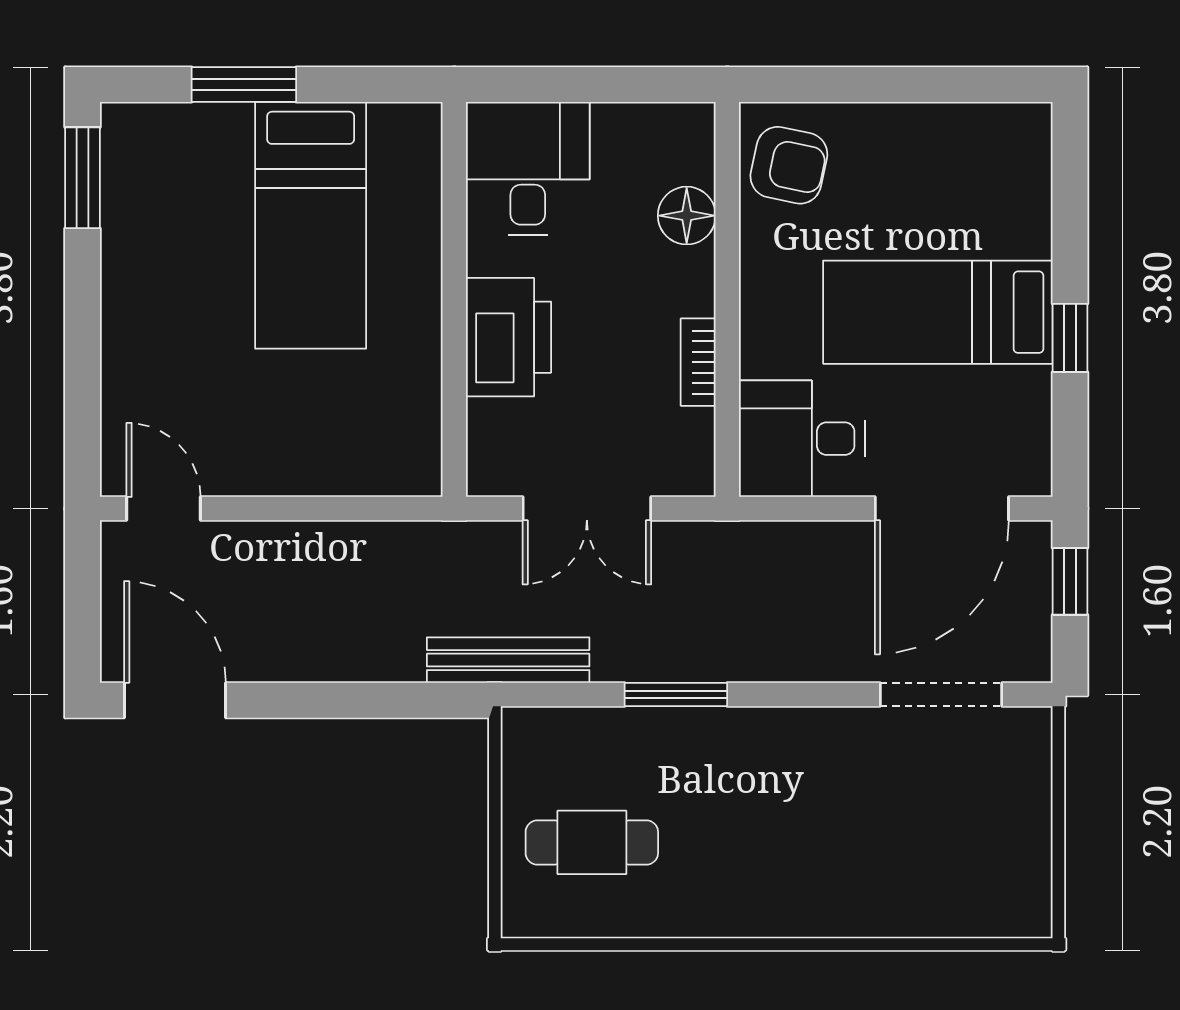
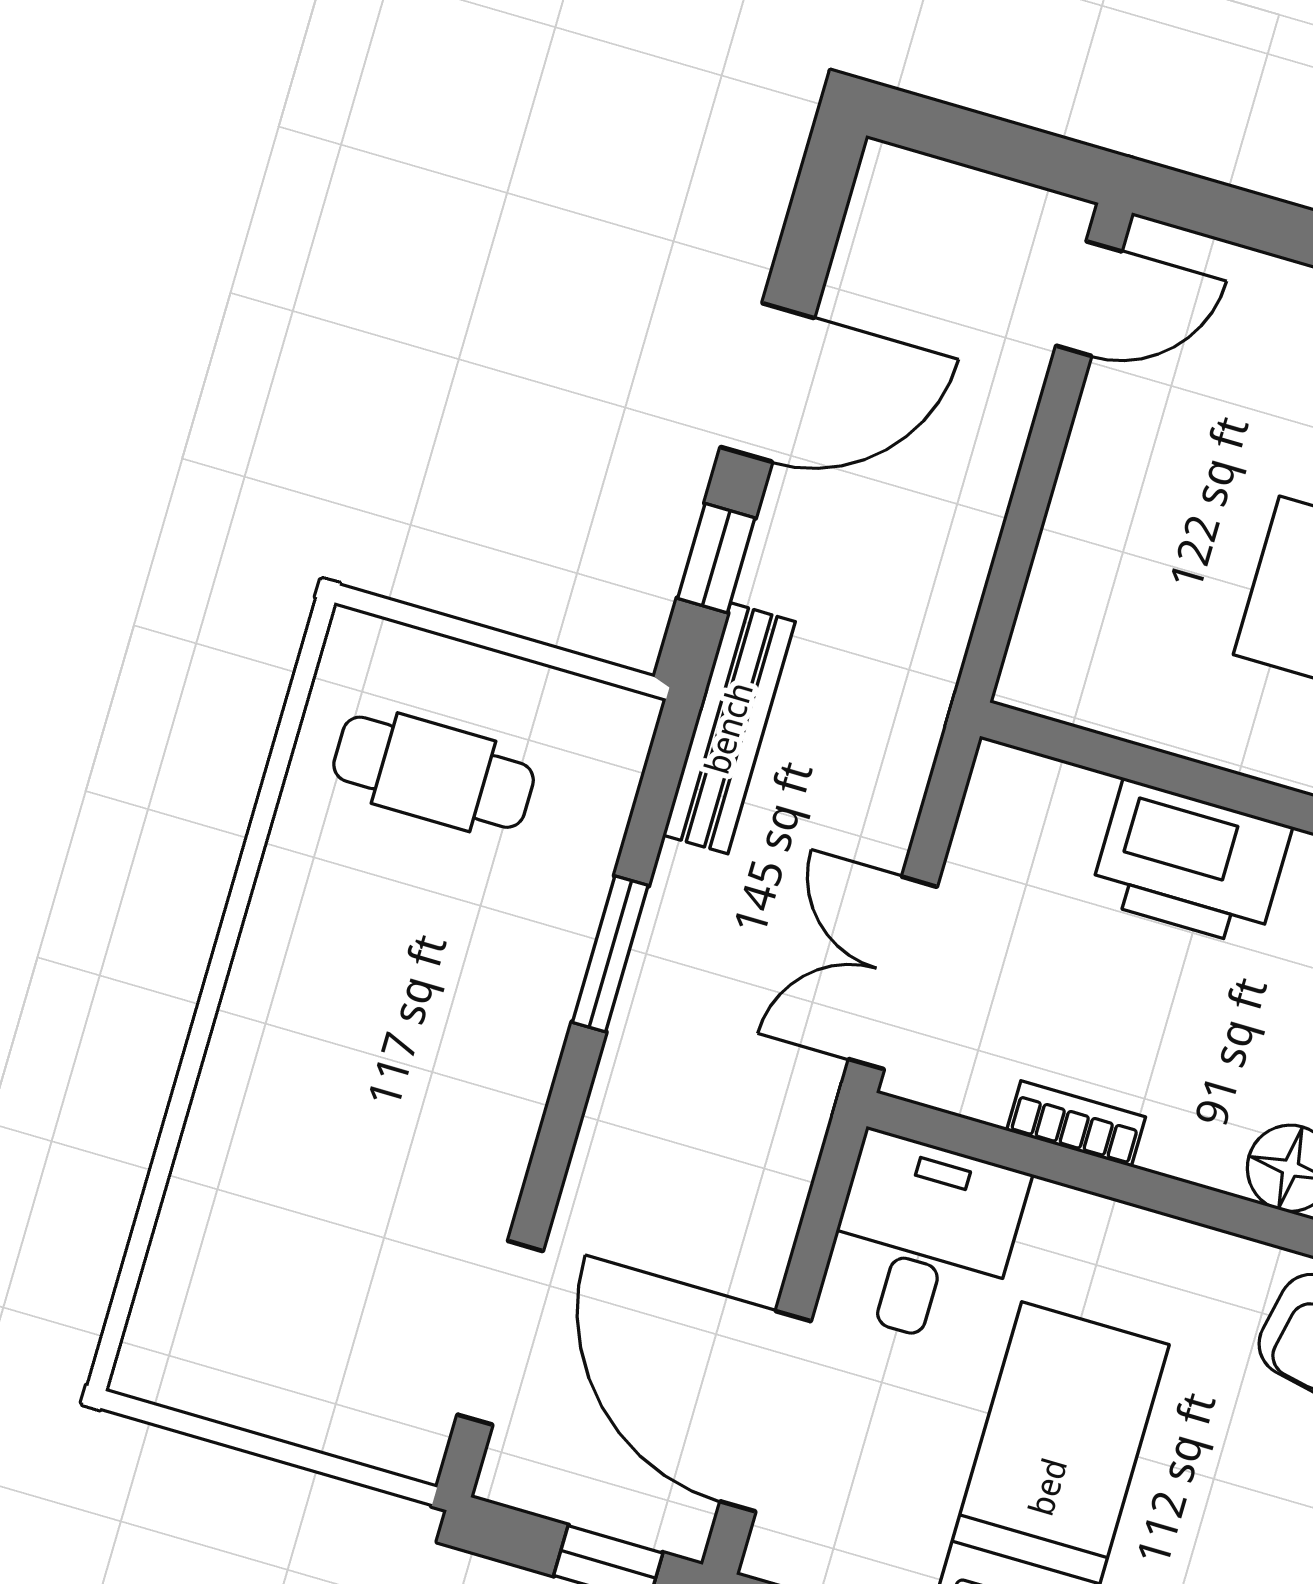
double door: (587, 509) -> (893, 973), moved
door: (175, 700) -> (767, 383), moved
window: (401, 700) -> (716, 558), added
cafe table: (592, 842) -> (434, 772), turned 90

